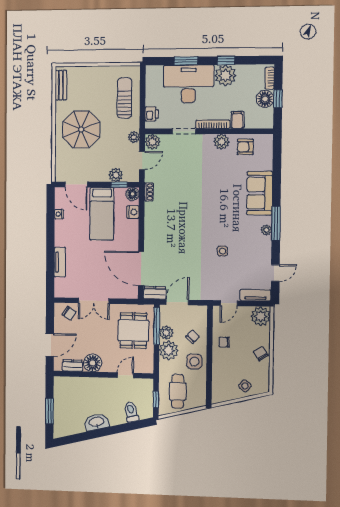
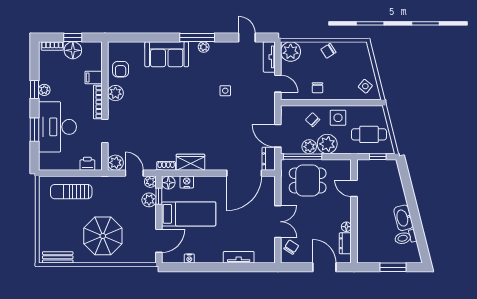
plant: (225, 75) -> (44, 90), width x0.53, depth x0.53
plant: (134, 137) -> (150, 182), moved
wardrobe: (152, 216) -> (190, 162), added
floor lamp: (93, 363) -> (346, 227), width x0.53, depth x0.53
side table: (245, 386) -> (365, 86), moved
toilet: (131, 412) -> (405, 238), moved

